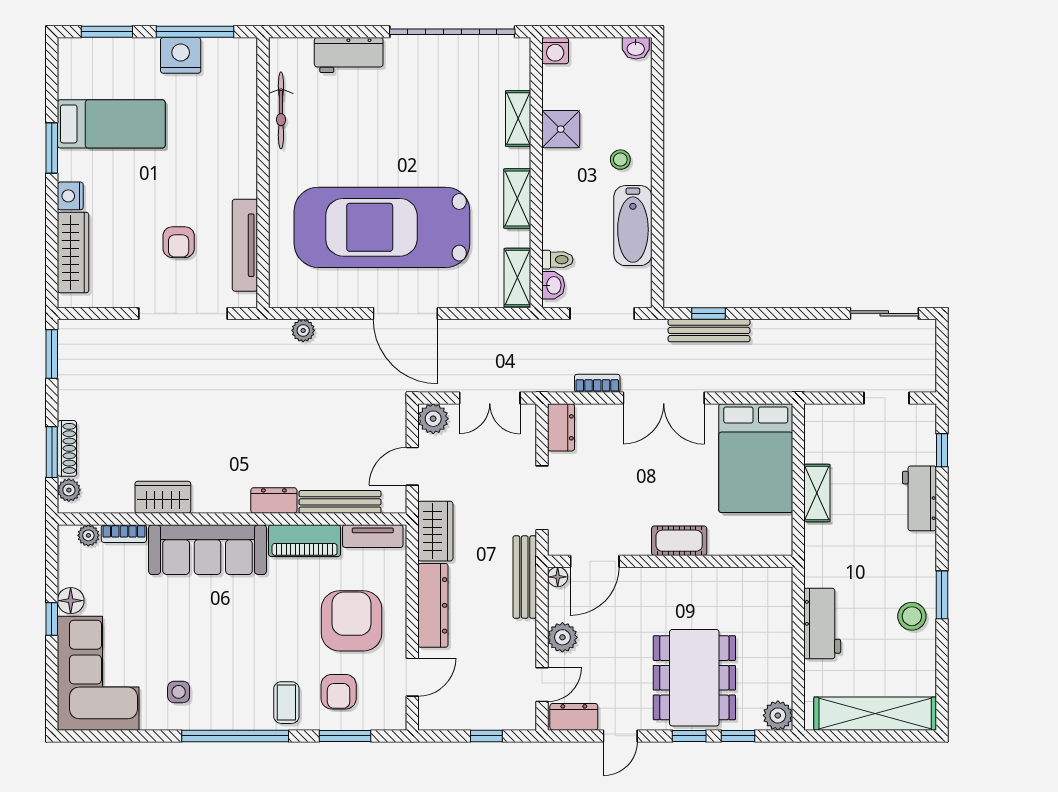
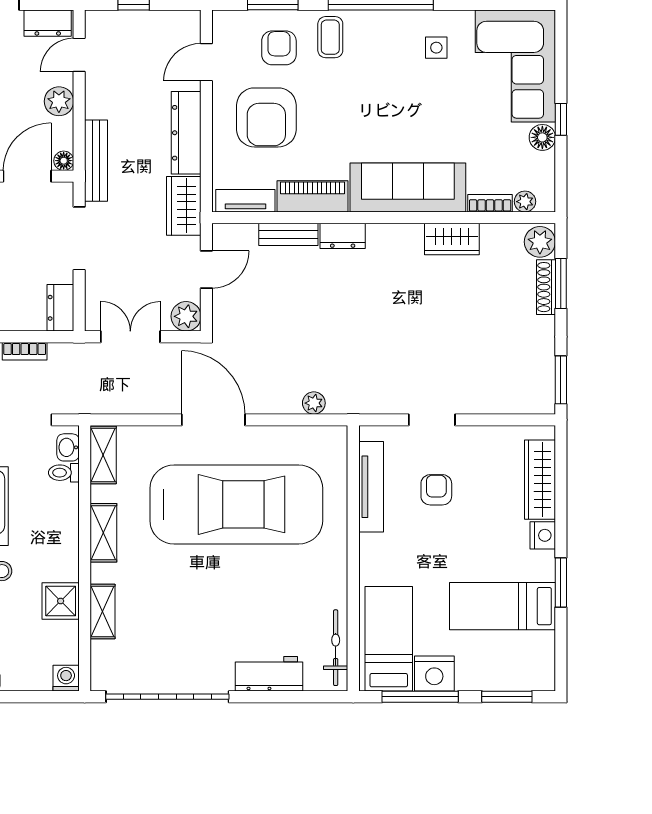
bed: (227, 91) -> (389, 639), added
bicycle: (281, 110) -> (336, 648), moved
doorway: (183, 313) -> (432, 420), width x0.53
plant: (69, 490) -> (540, 242), width x1.38, depth x1.38
bench: (340, 502) -> (288, 234), width x0.73

